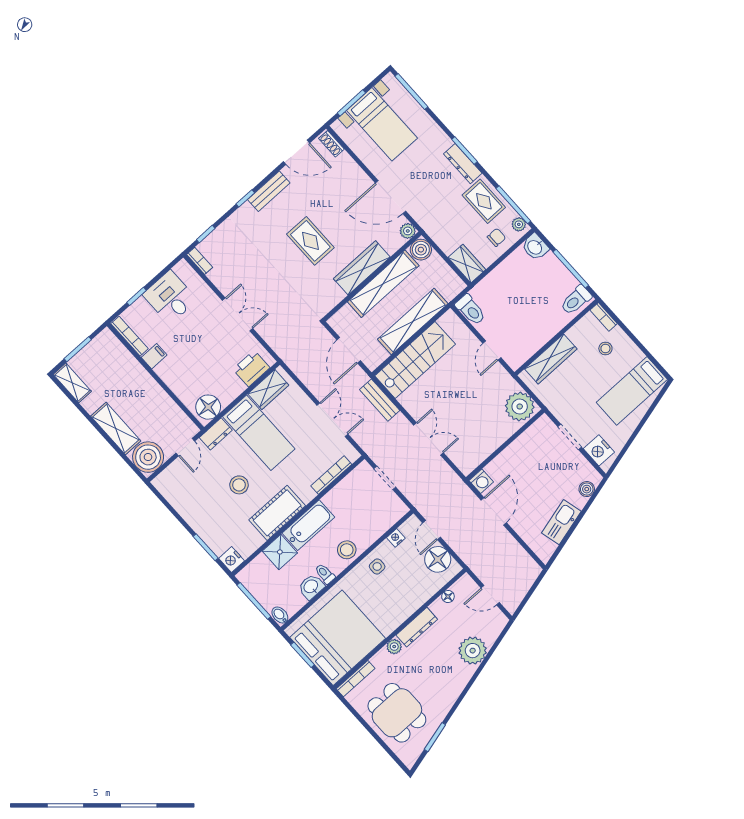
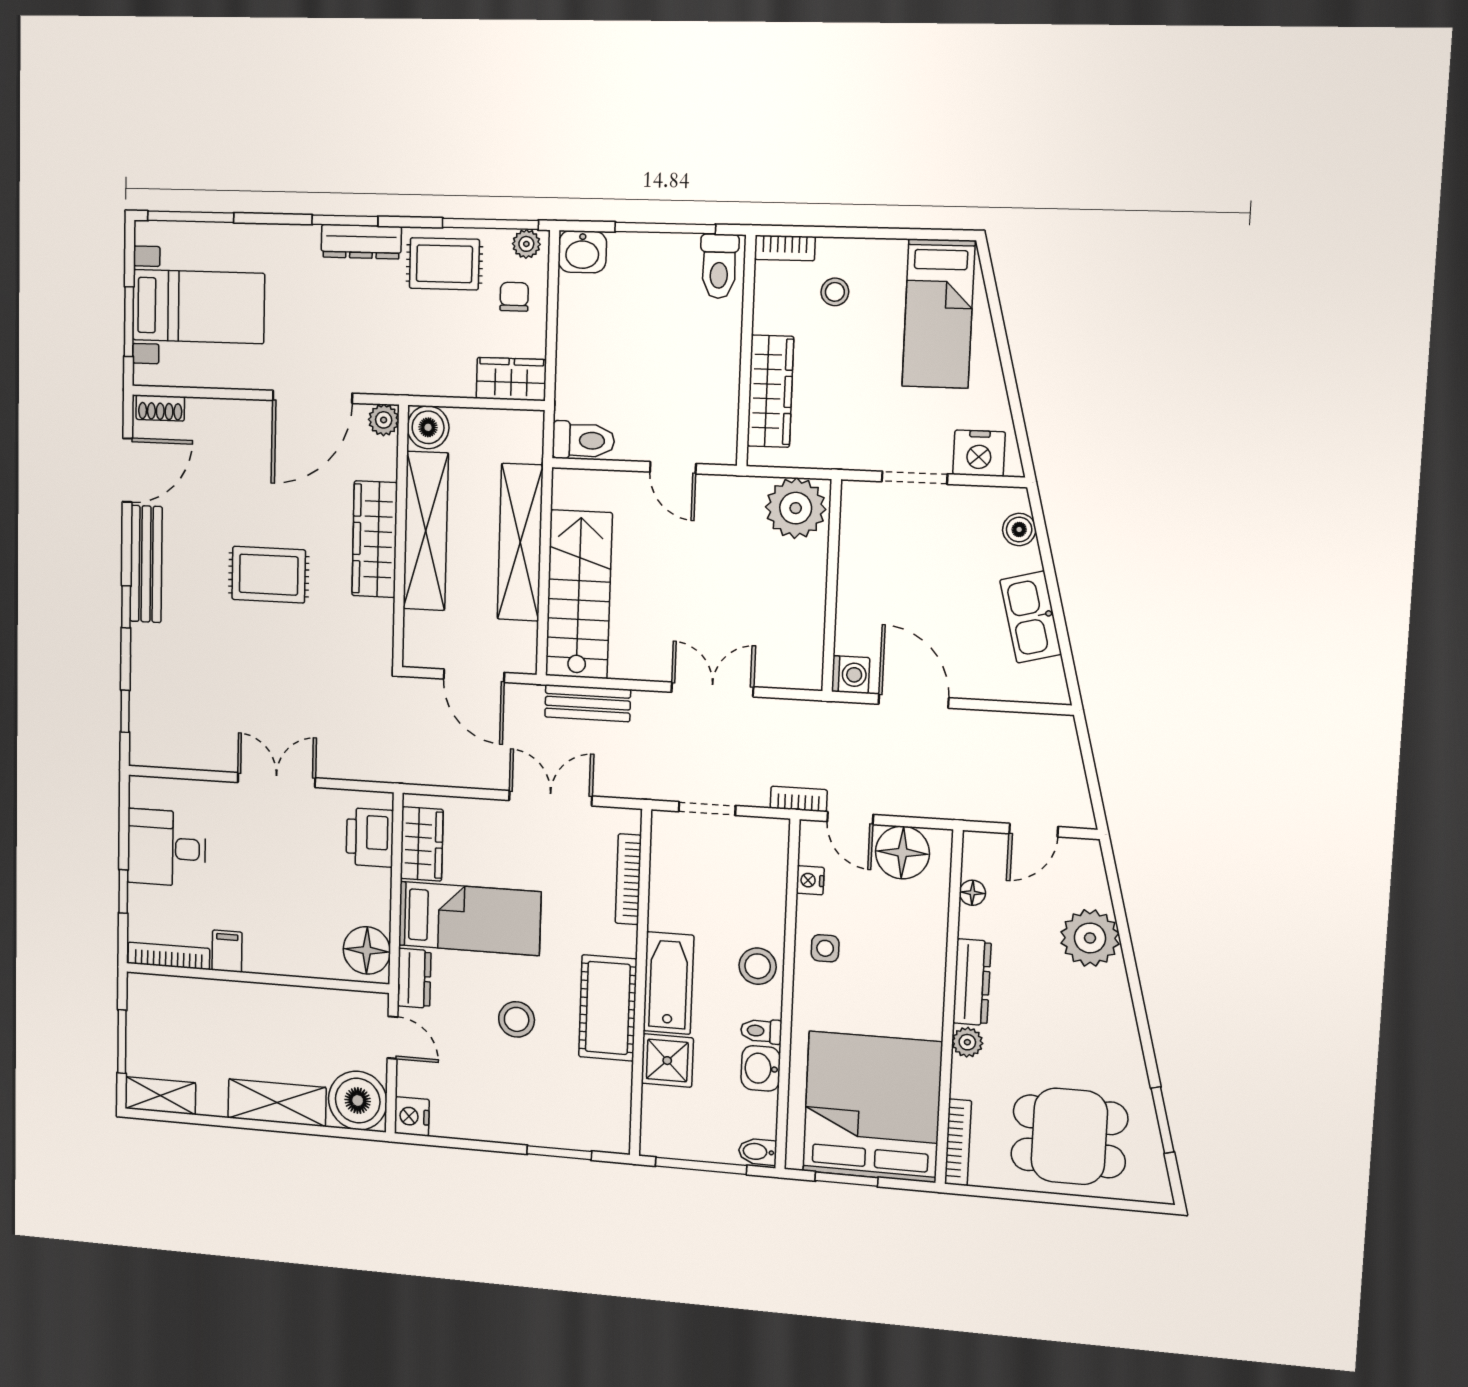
bench: (269, 191) -> (146, 564), width x1.36
bookcase: (200, 261) -> (799, 799), moved
nightstand: (232, 560) -> (412, 1116), moved, turned 90

